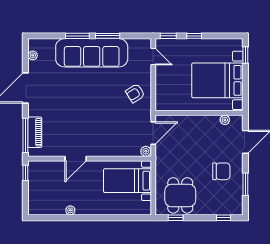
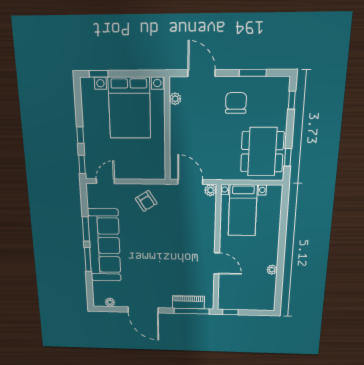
dining table: (180, 195) -> (262, 152), width x1.37

